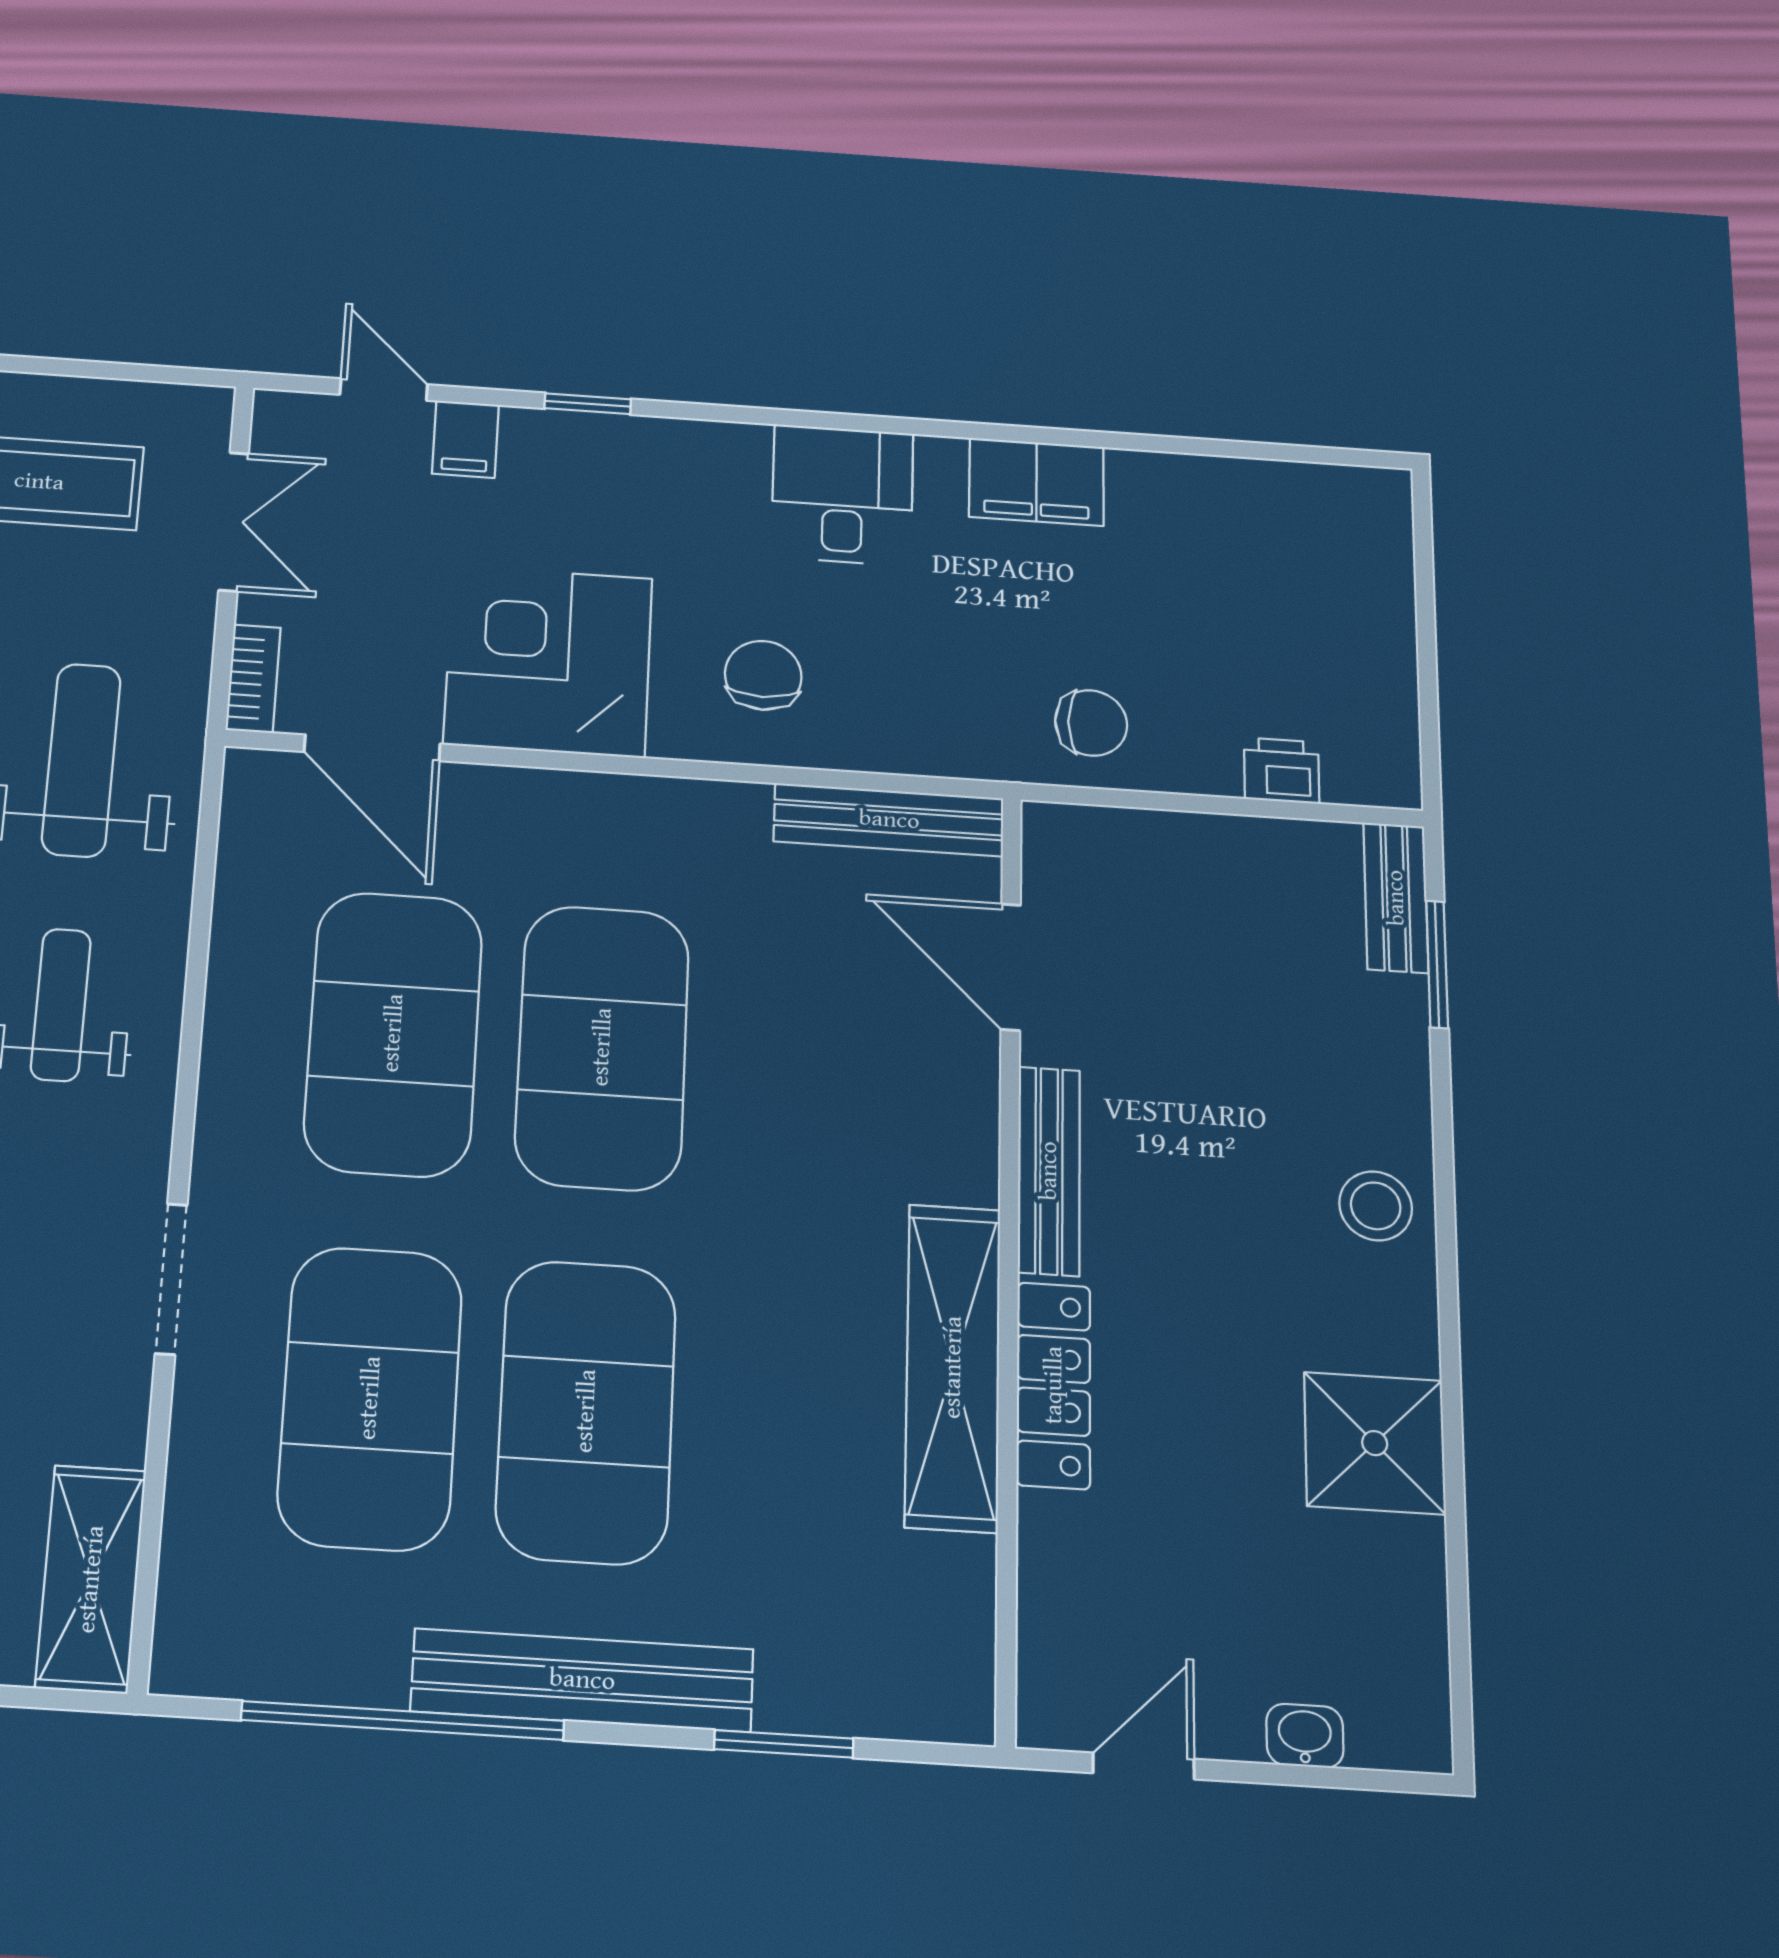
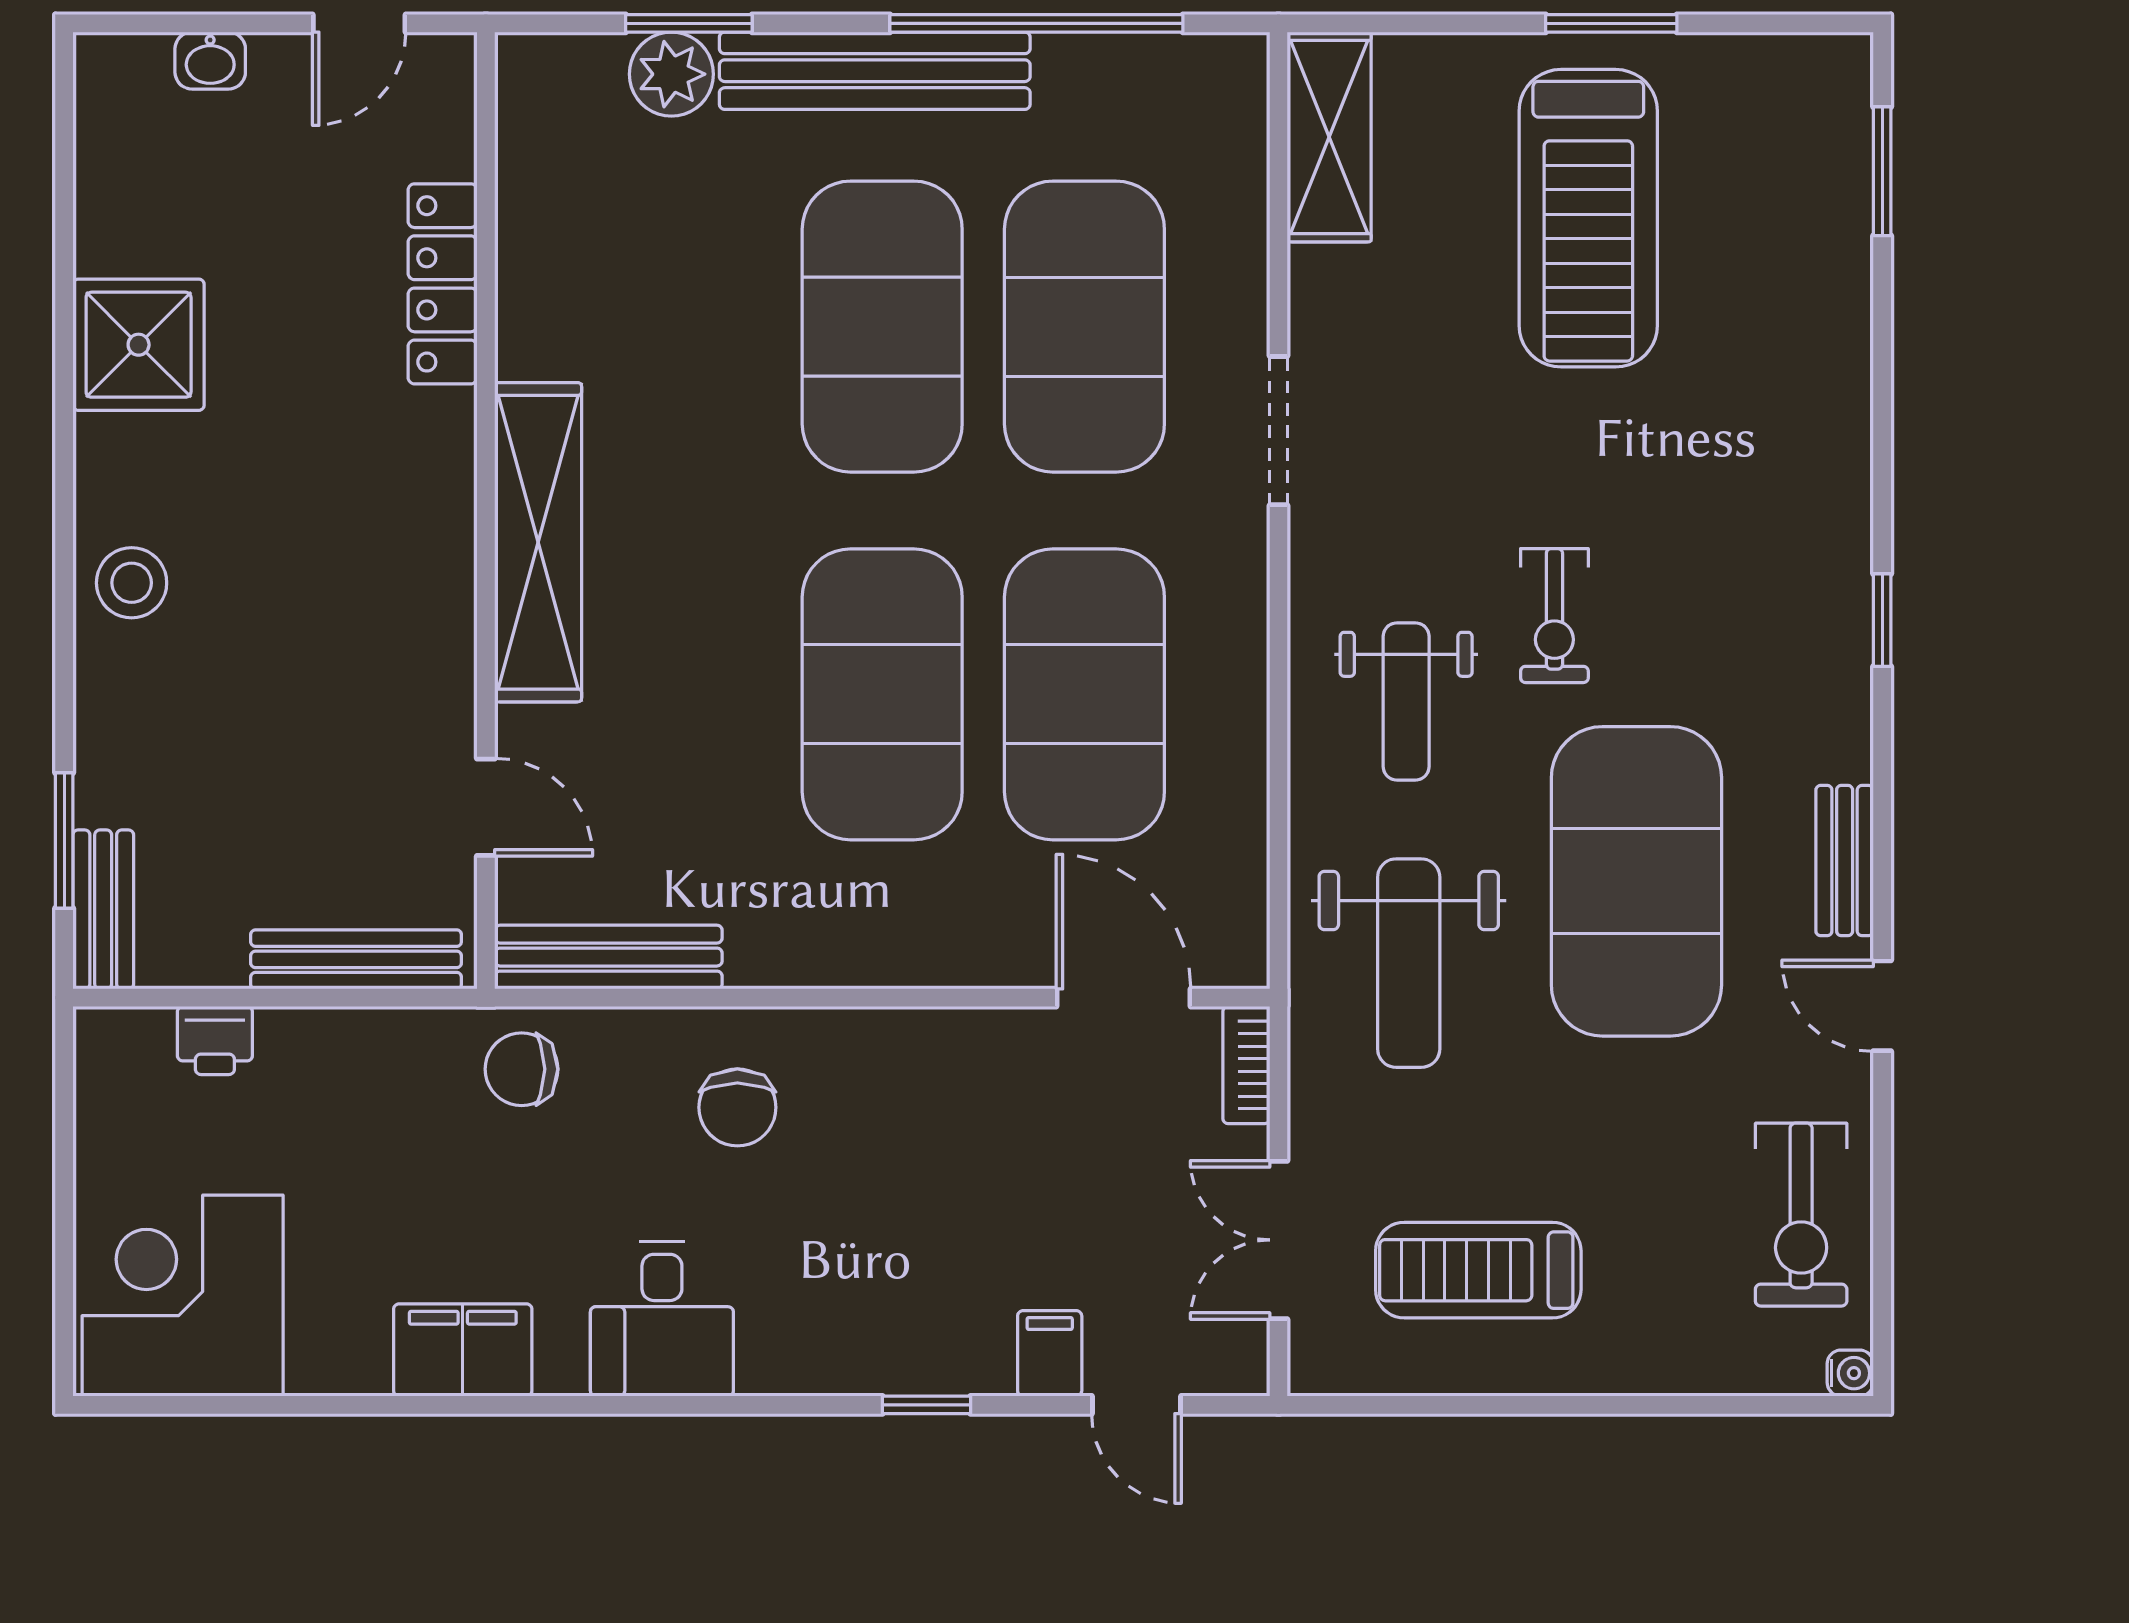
corner desk: (548, 661) -> (183, 1296), moved, turned 180
chair: (1091, 723) -> (522, 1069), moved
door: (1011, 967) -> (486, 807), width x0.73
bench: (1049, 1171) -> (356, 959), moved, turned 90
shelving: (953, 1367) -> (538, 542), moved
locker: (1054, 1385) -> (443, 284), moved
plant: (804, 1690) -> (671, 74), added

